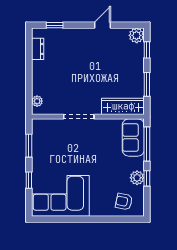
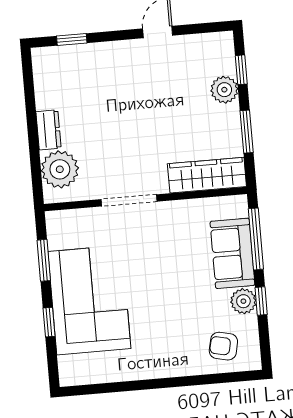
plant: (137, 35) -> (224, 90), moved
dresser: (38, 49) -> (49, 130), moved
plant: (37, 101) -> (60, 169), width x1.87, depth x1.87
sofa: (133, 138) -> (232, 253), moved
corner sofa: (60, 196) -> (89, 300), moved, turned 90

